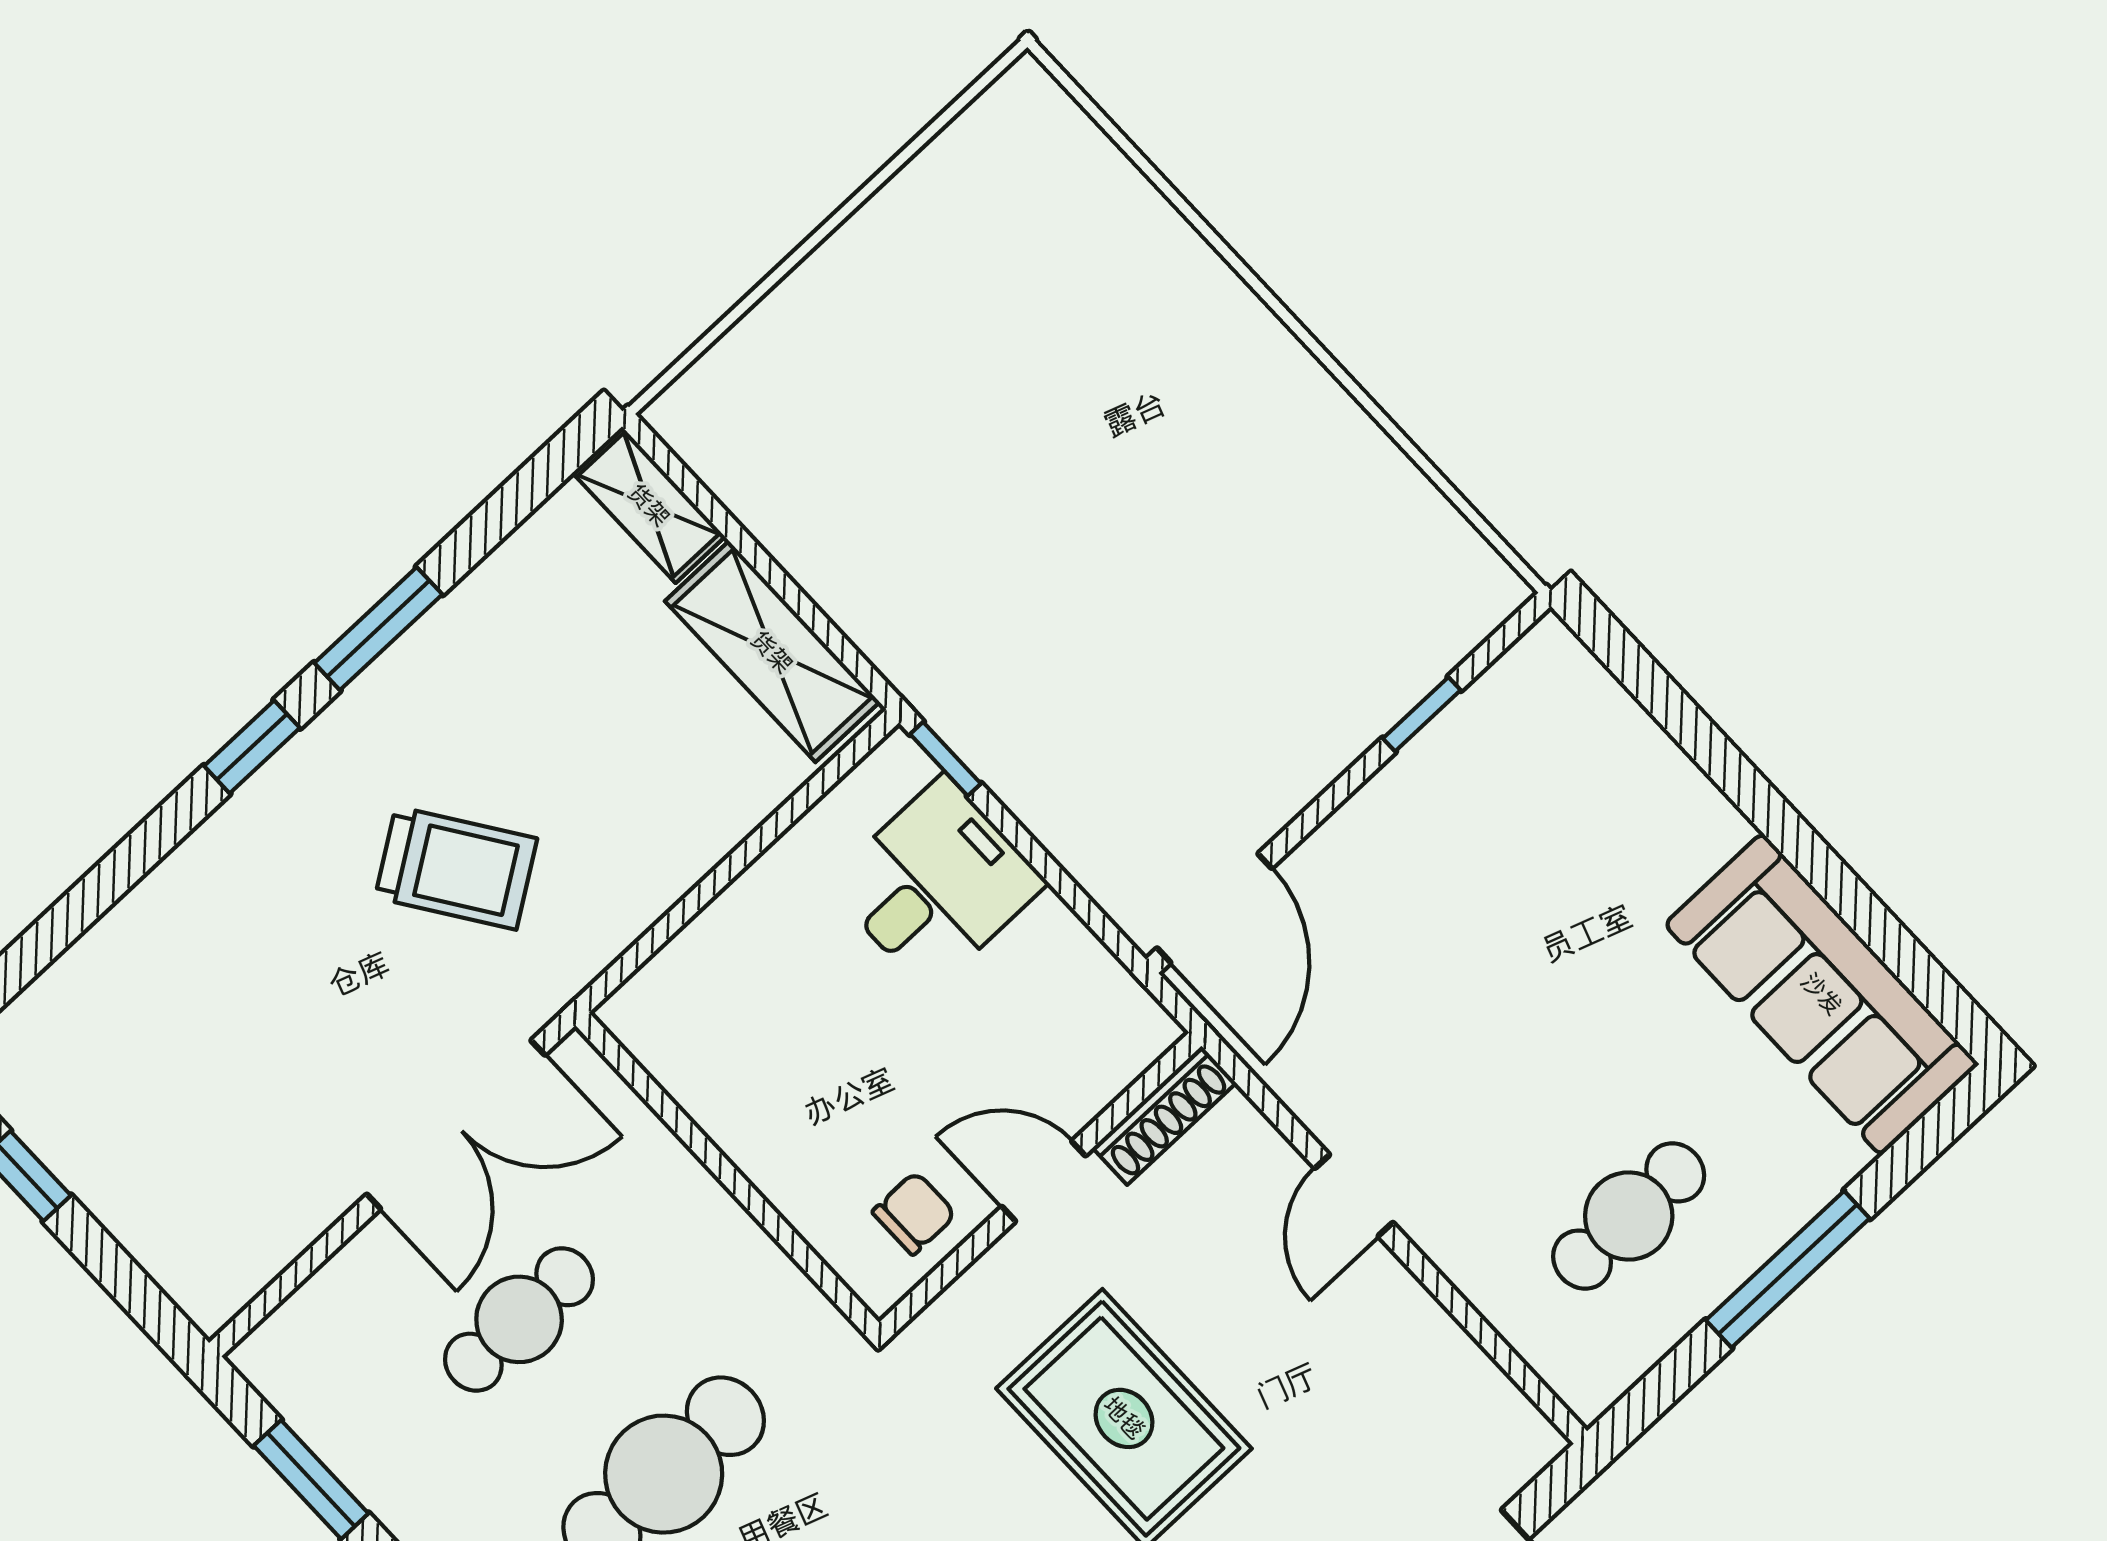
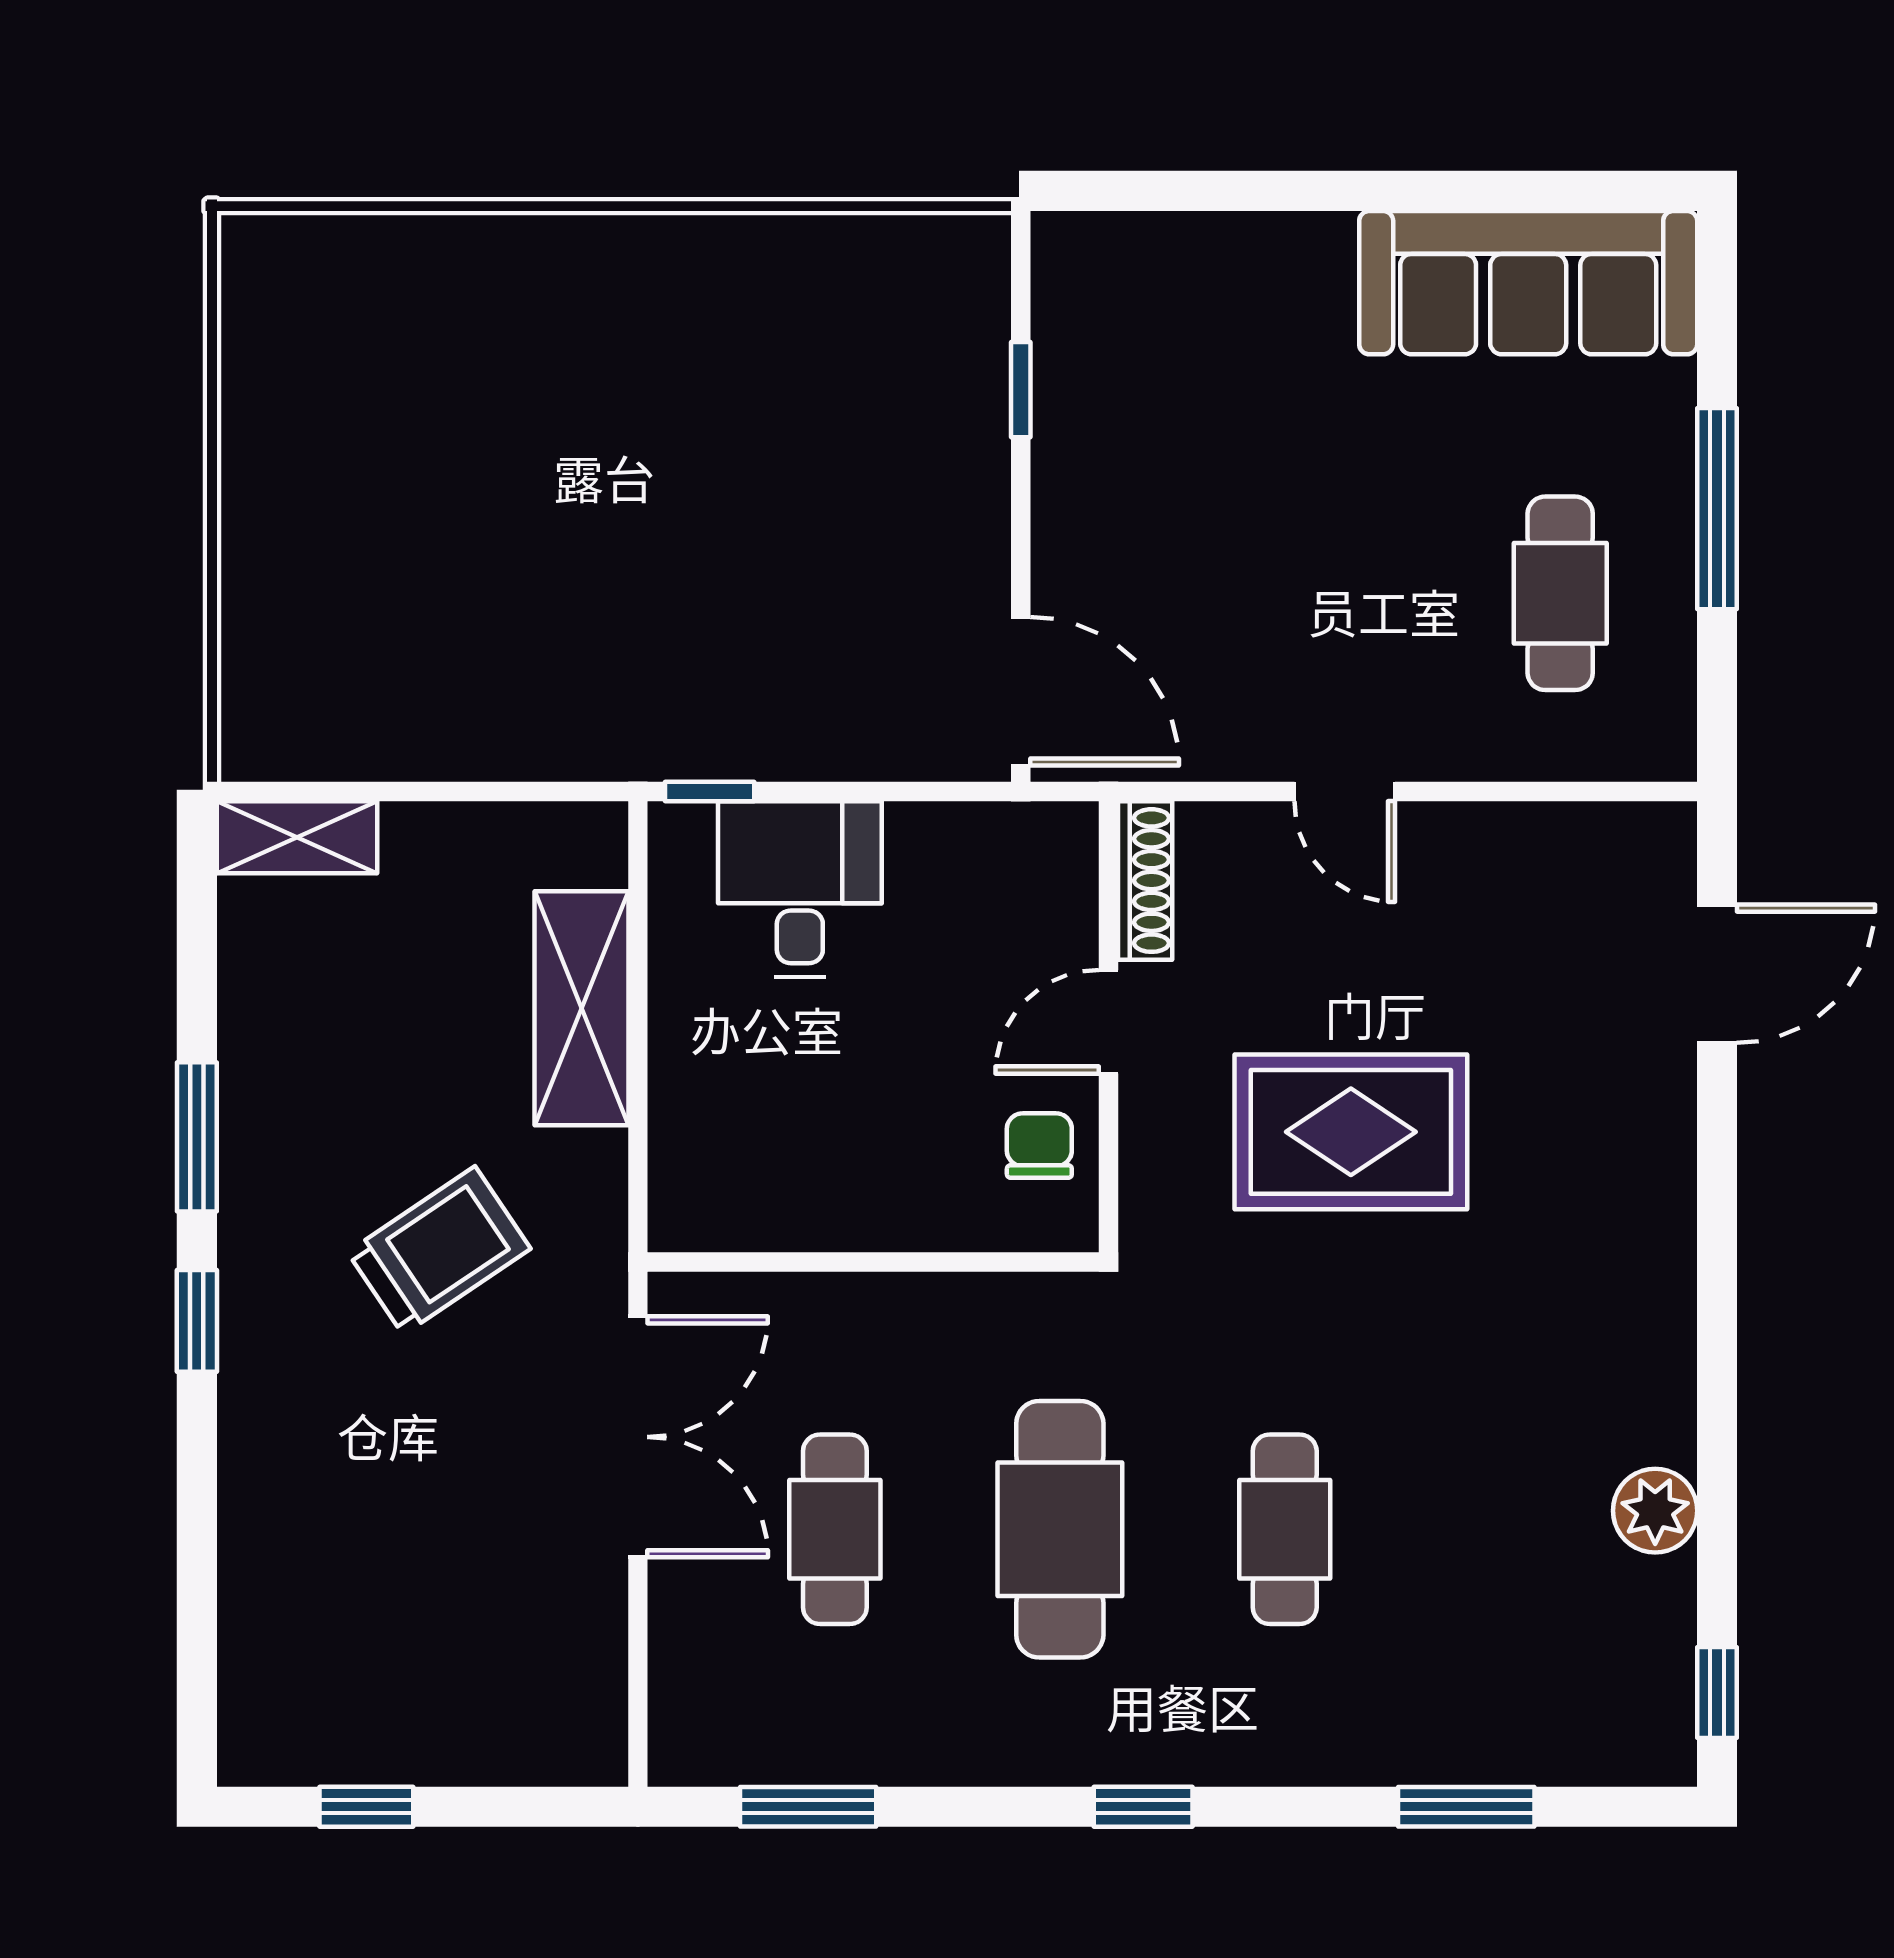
shelving: (772, 652) -> (581, 1008), moved, turned 90

